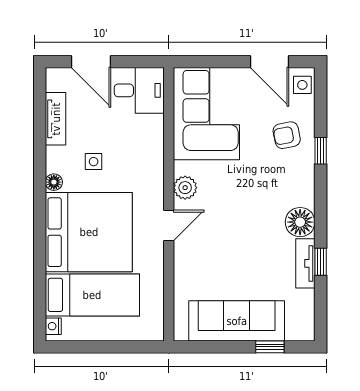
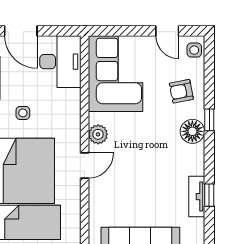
door: (270, 62) -> (167, 31), width x0.73
desk: (139, 90) -> (60, 62), width x1.37
window: (321, 151) -> (209, 120), moved
floor lamp: (300, 222) -> (192, 131), moved

